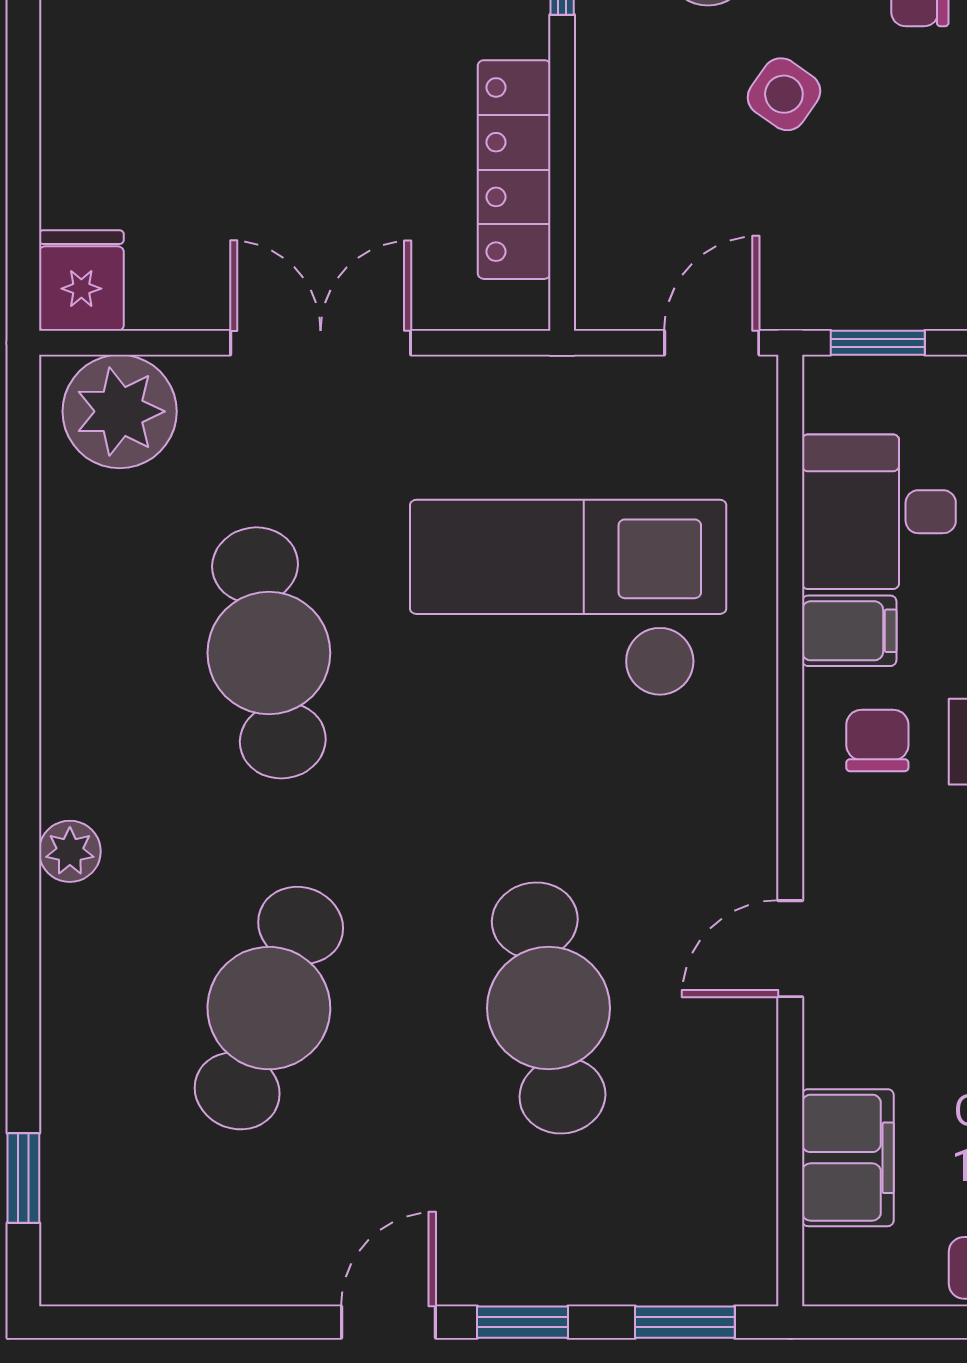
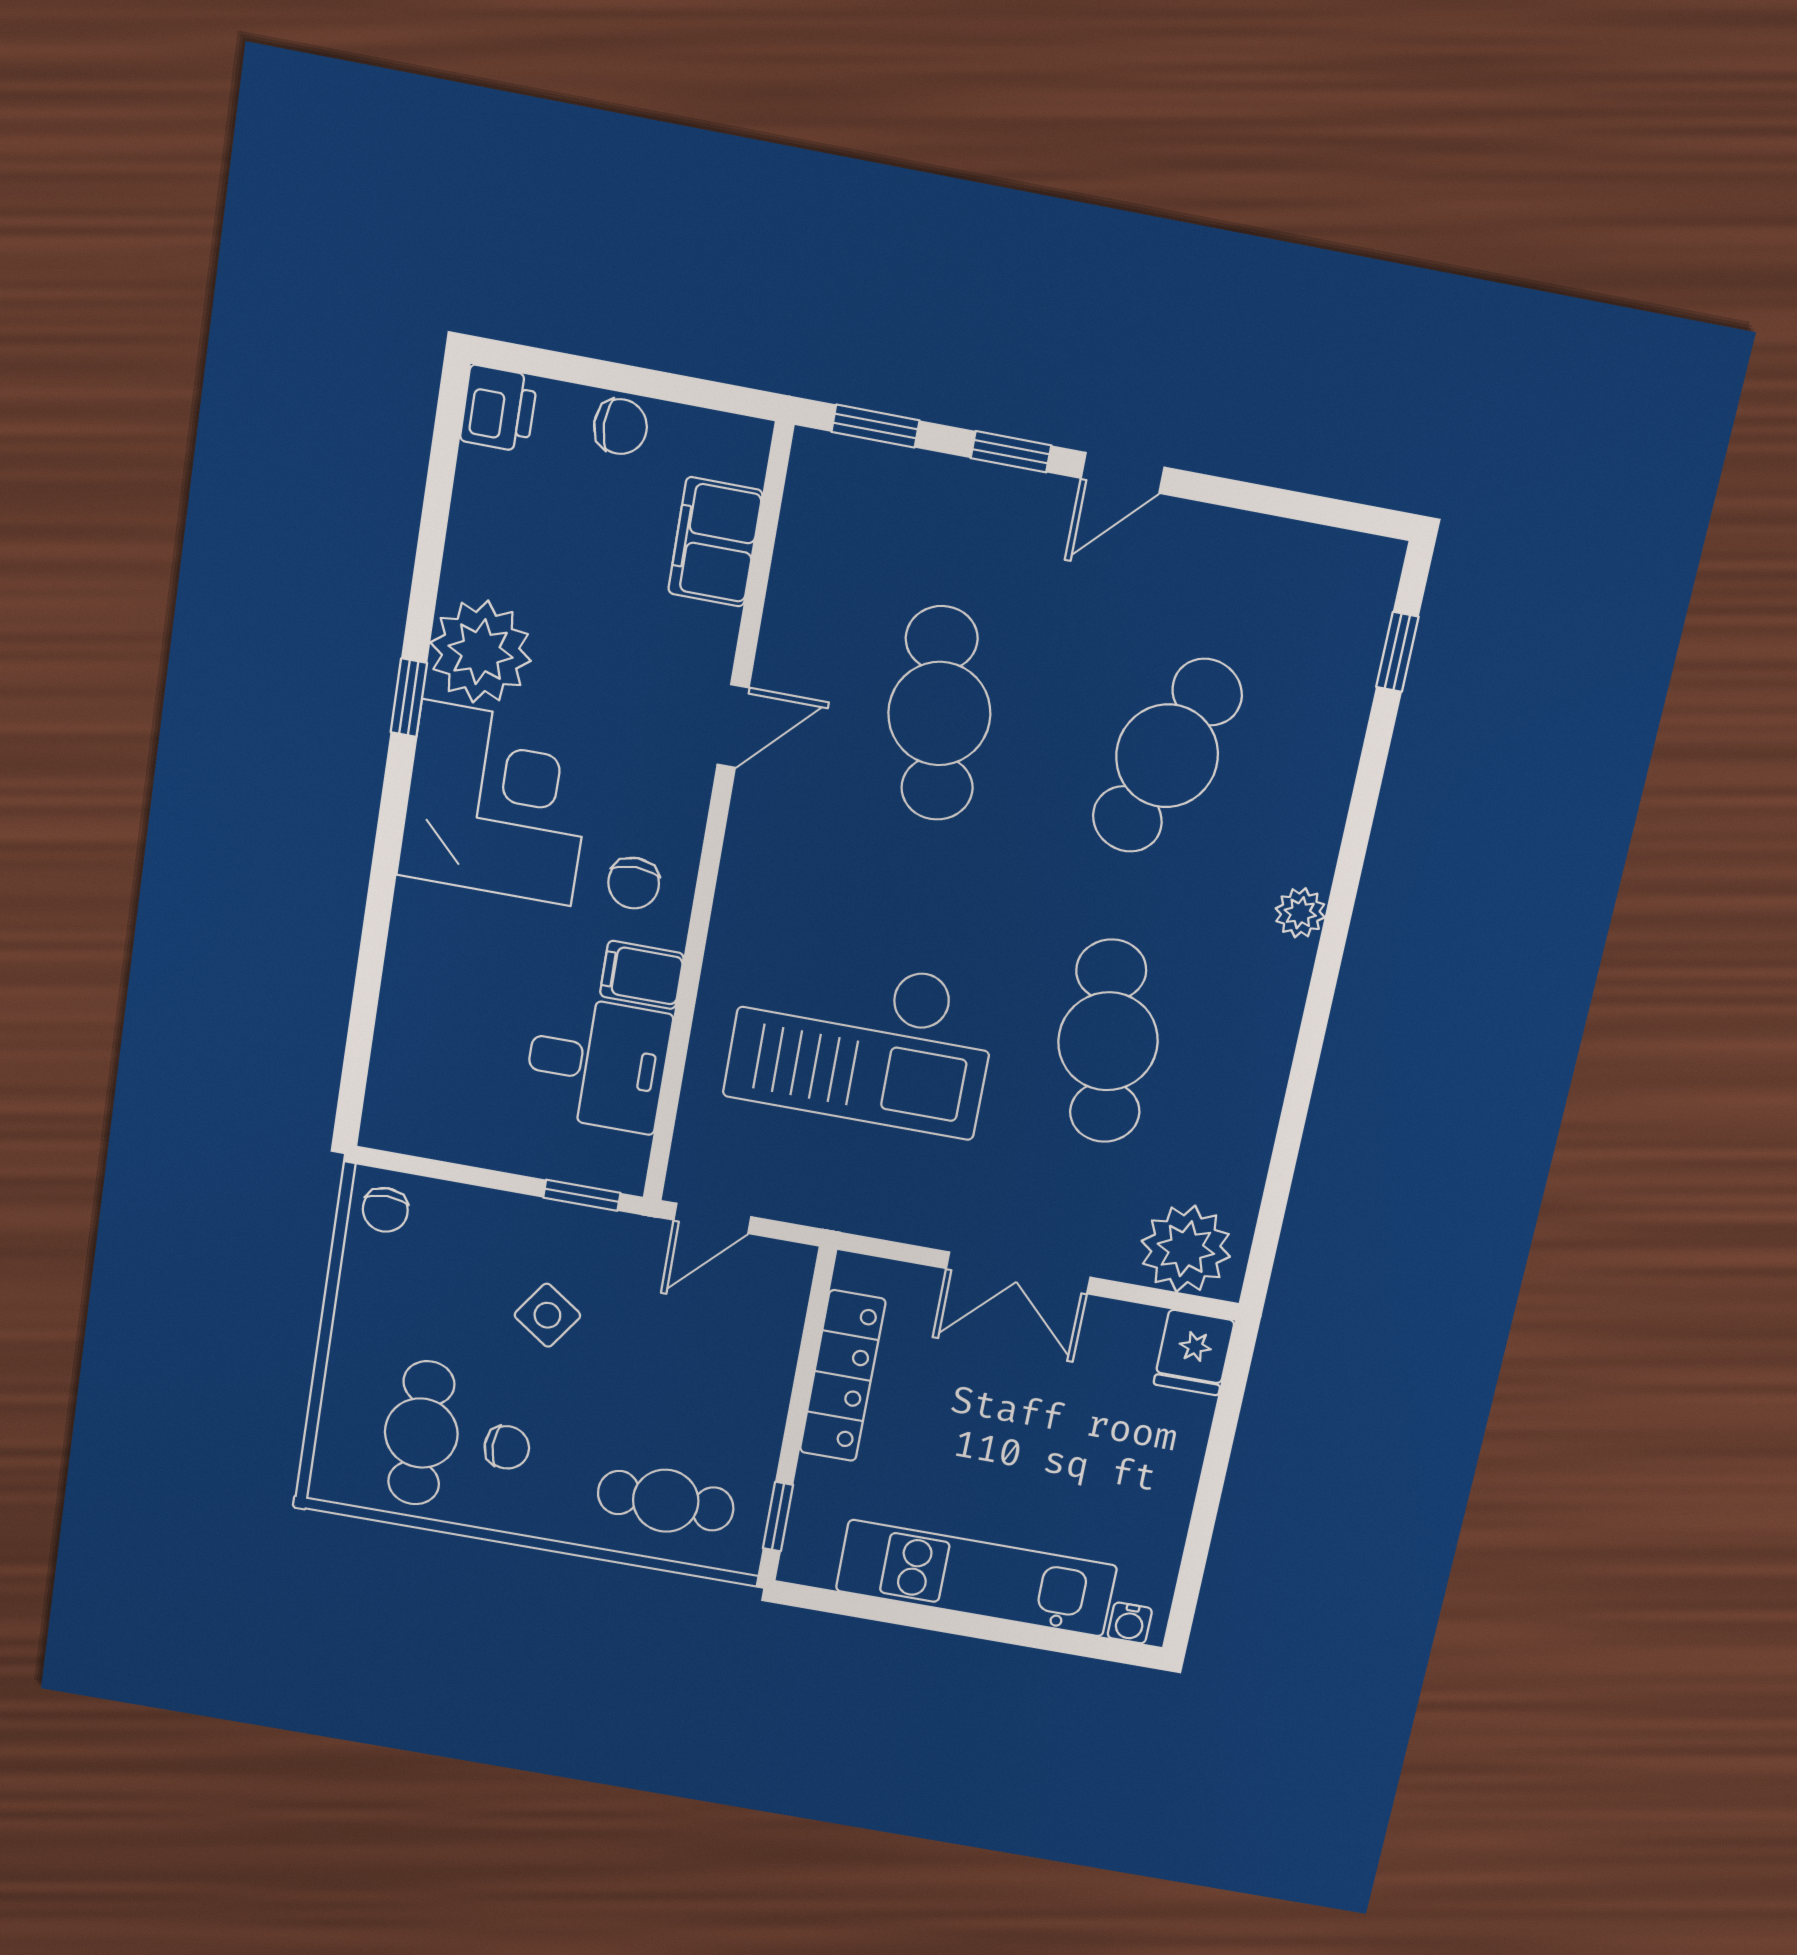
side table: (784, 94) -> (547, 1315), moved

